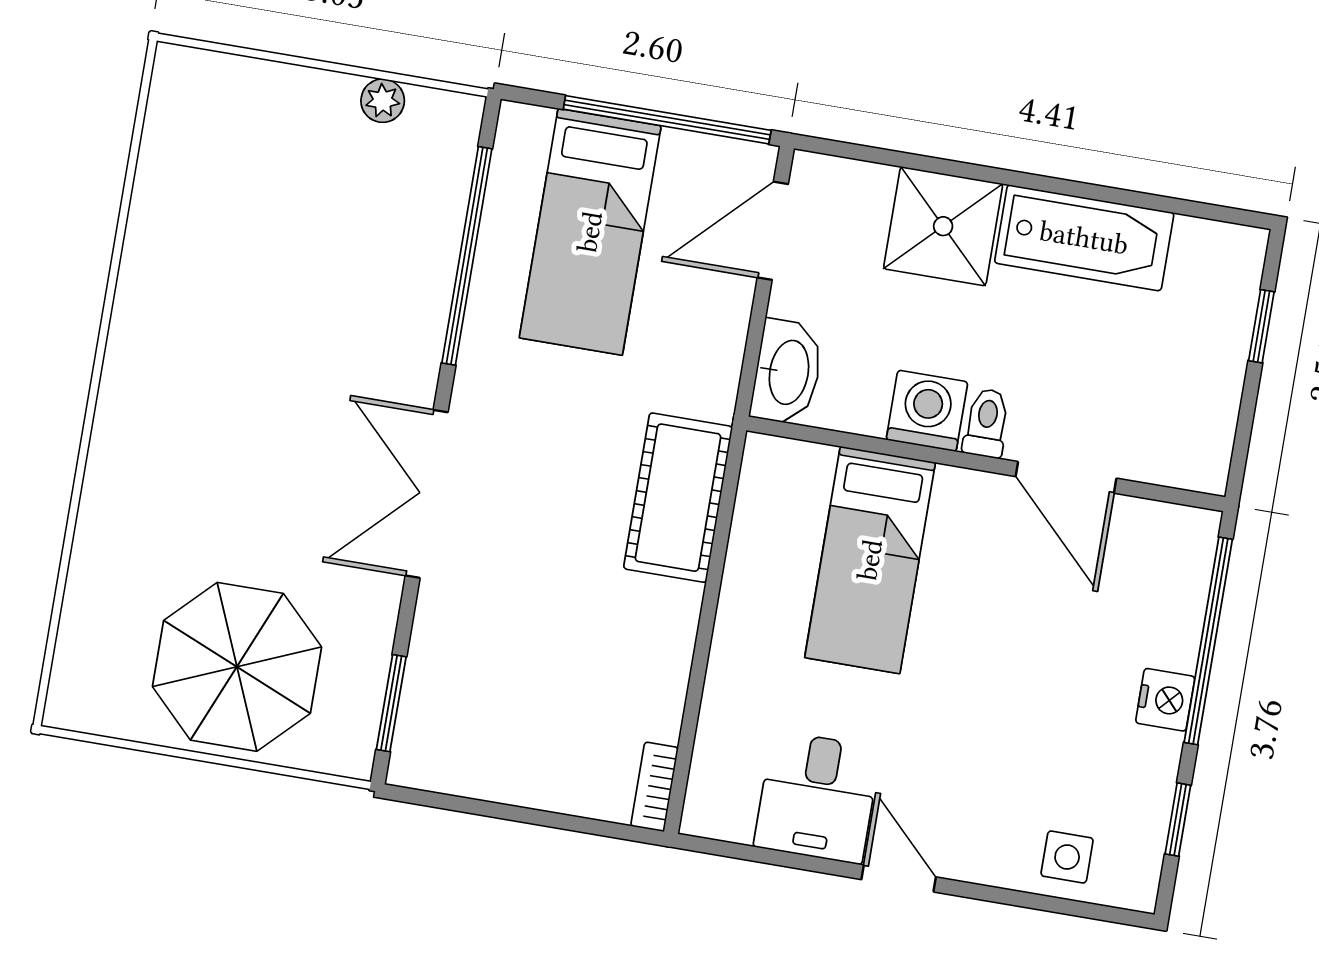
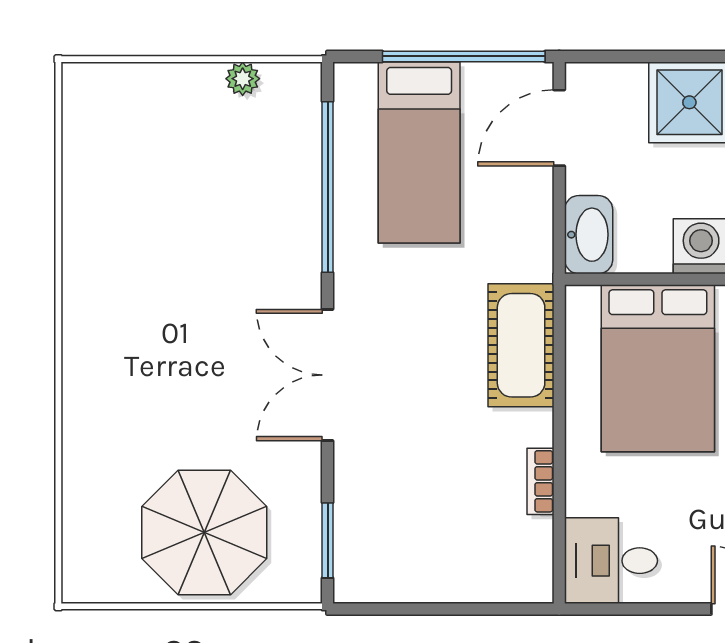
bed: (870, 560) -> (658, 368), width x1.50
bookcase: (654, 787) -> (541, 481), moved
desk: (817, 797) -> (611, 561), moved, turned 90

